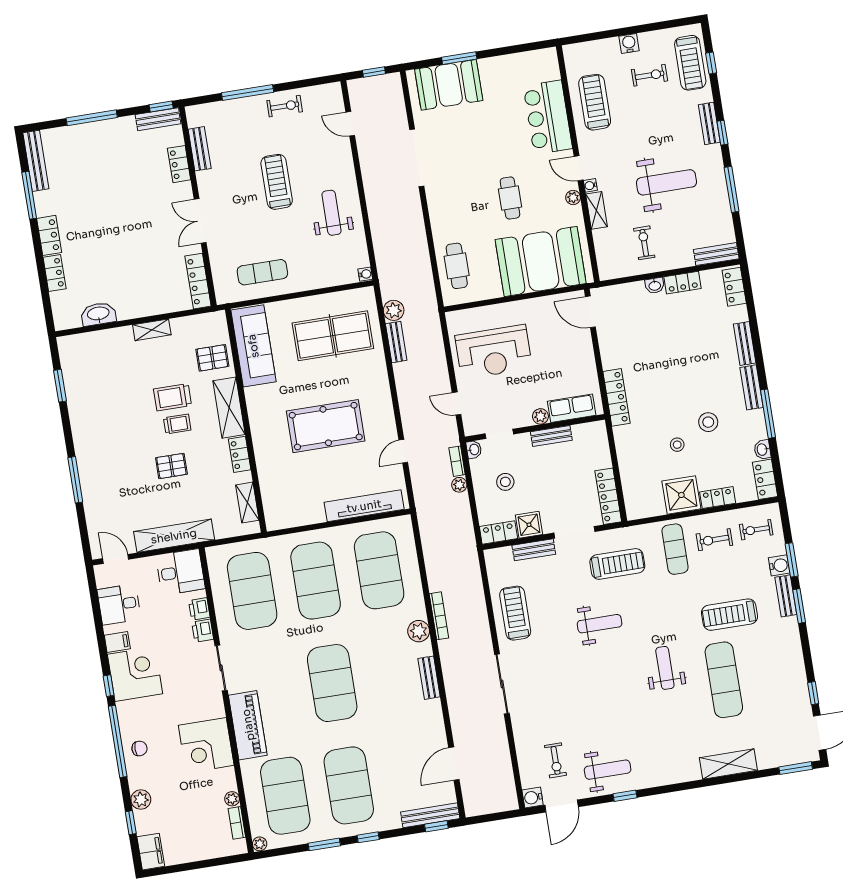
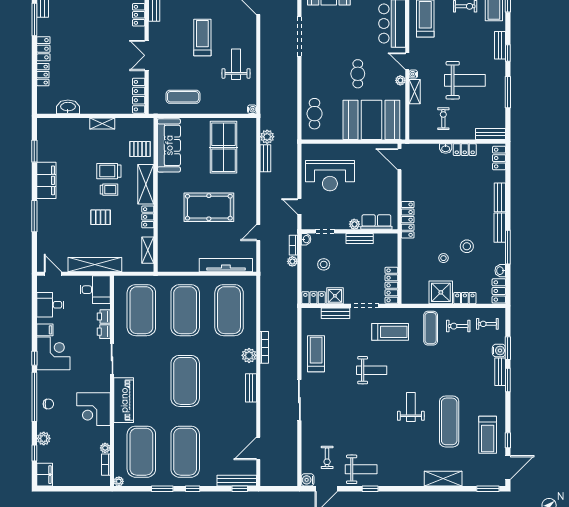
table tennis table: (333, 336) -> (224, 147), turned 90
filing cabinet: (84, 425) -> (46, 180), added
treadmill: (730, 615) -> (488, 435), moved, turned -90

